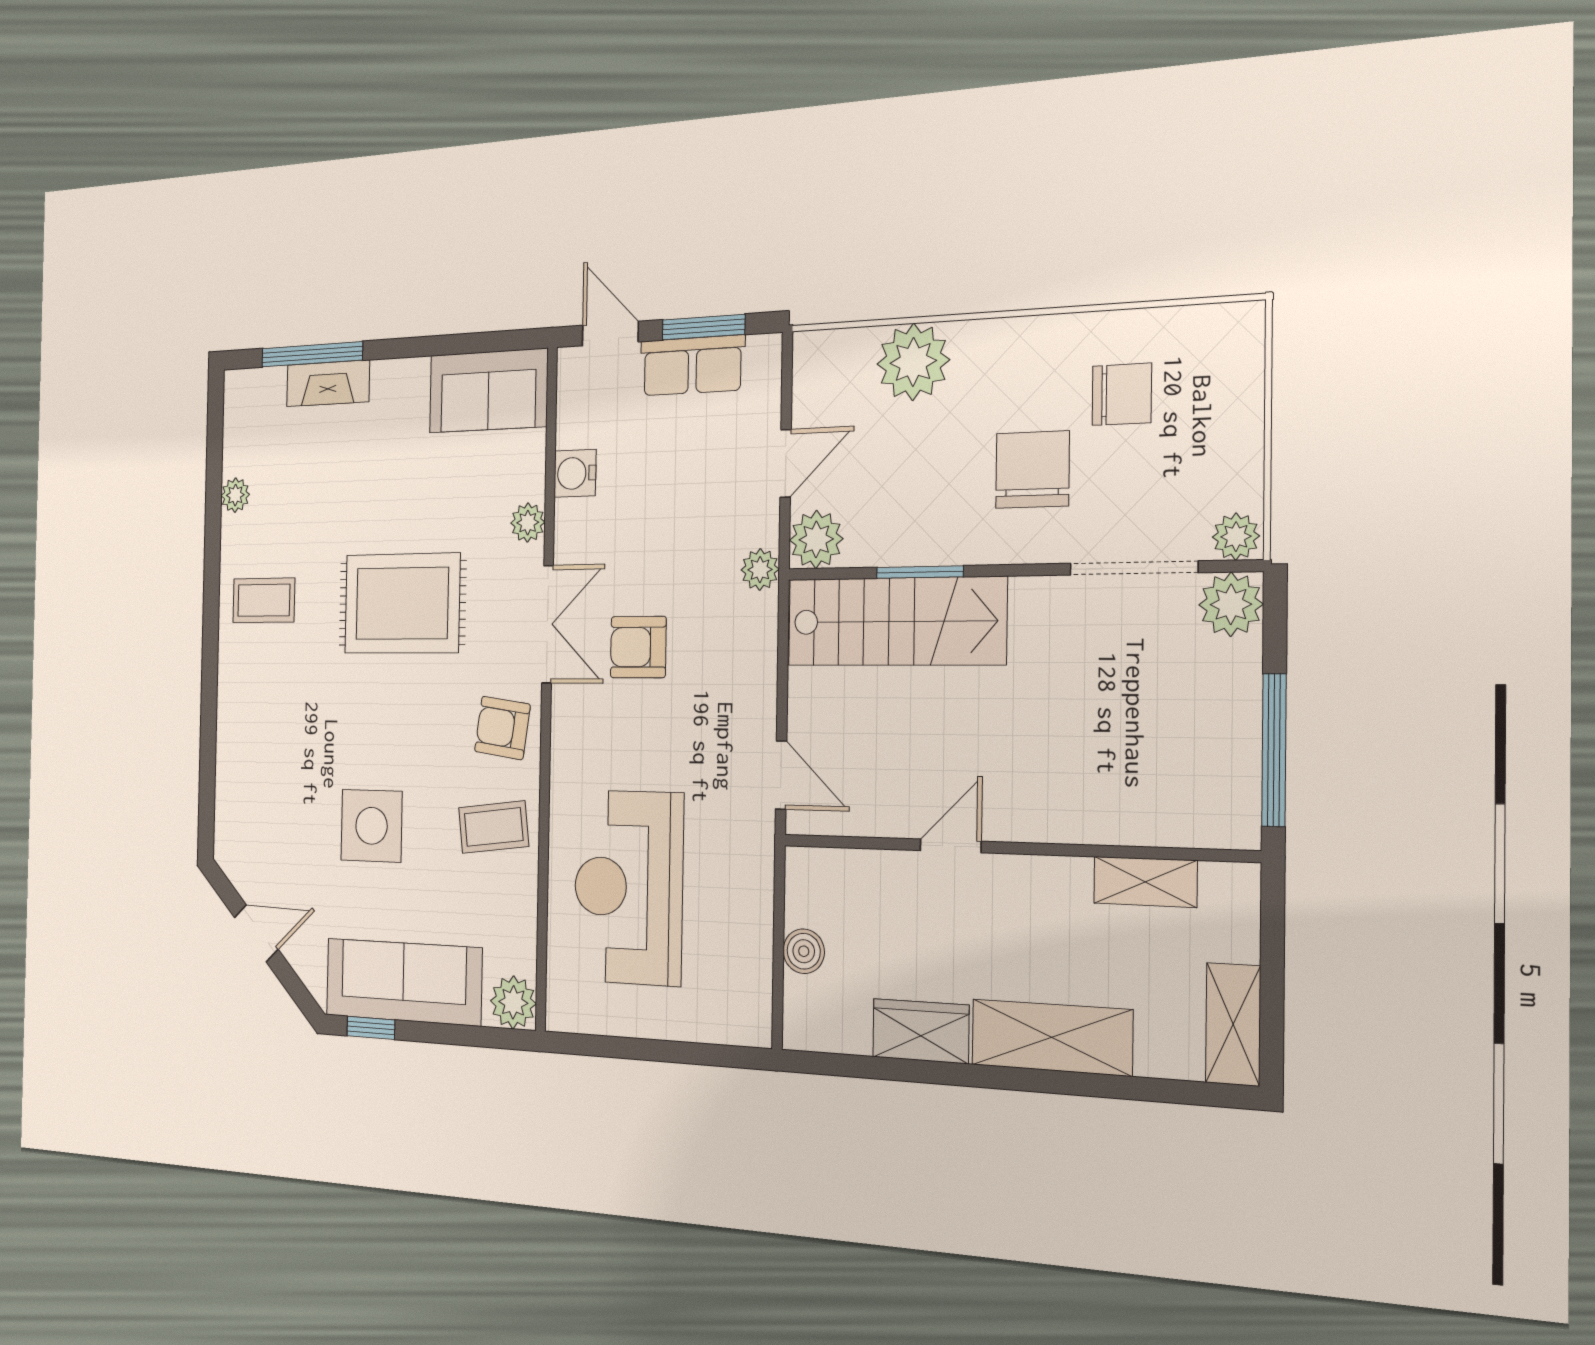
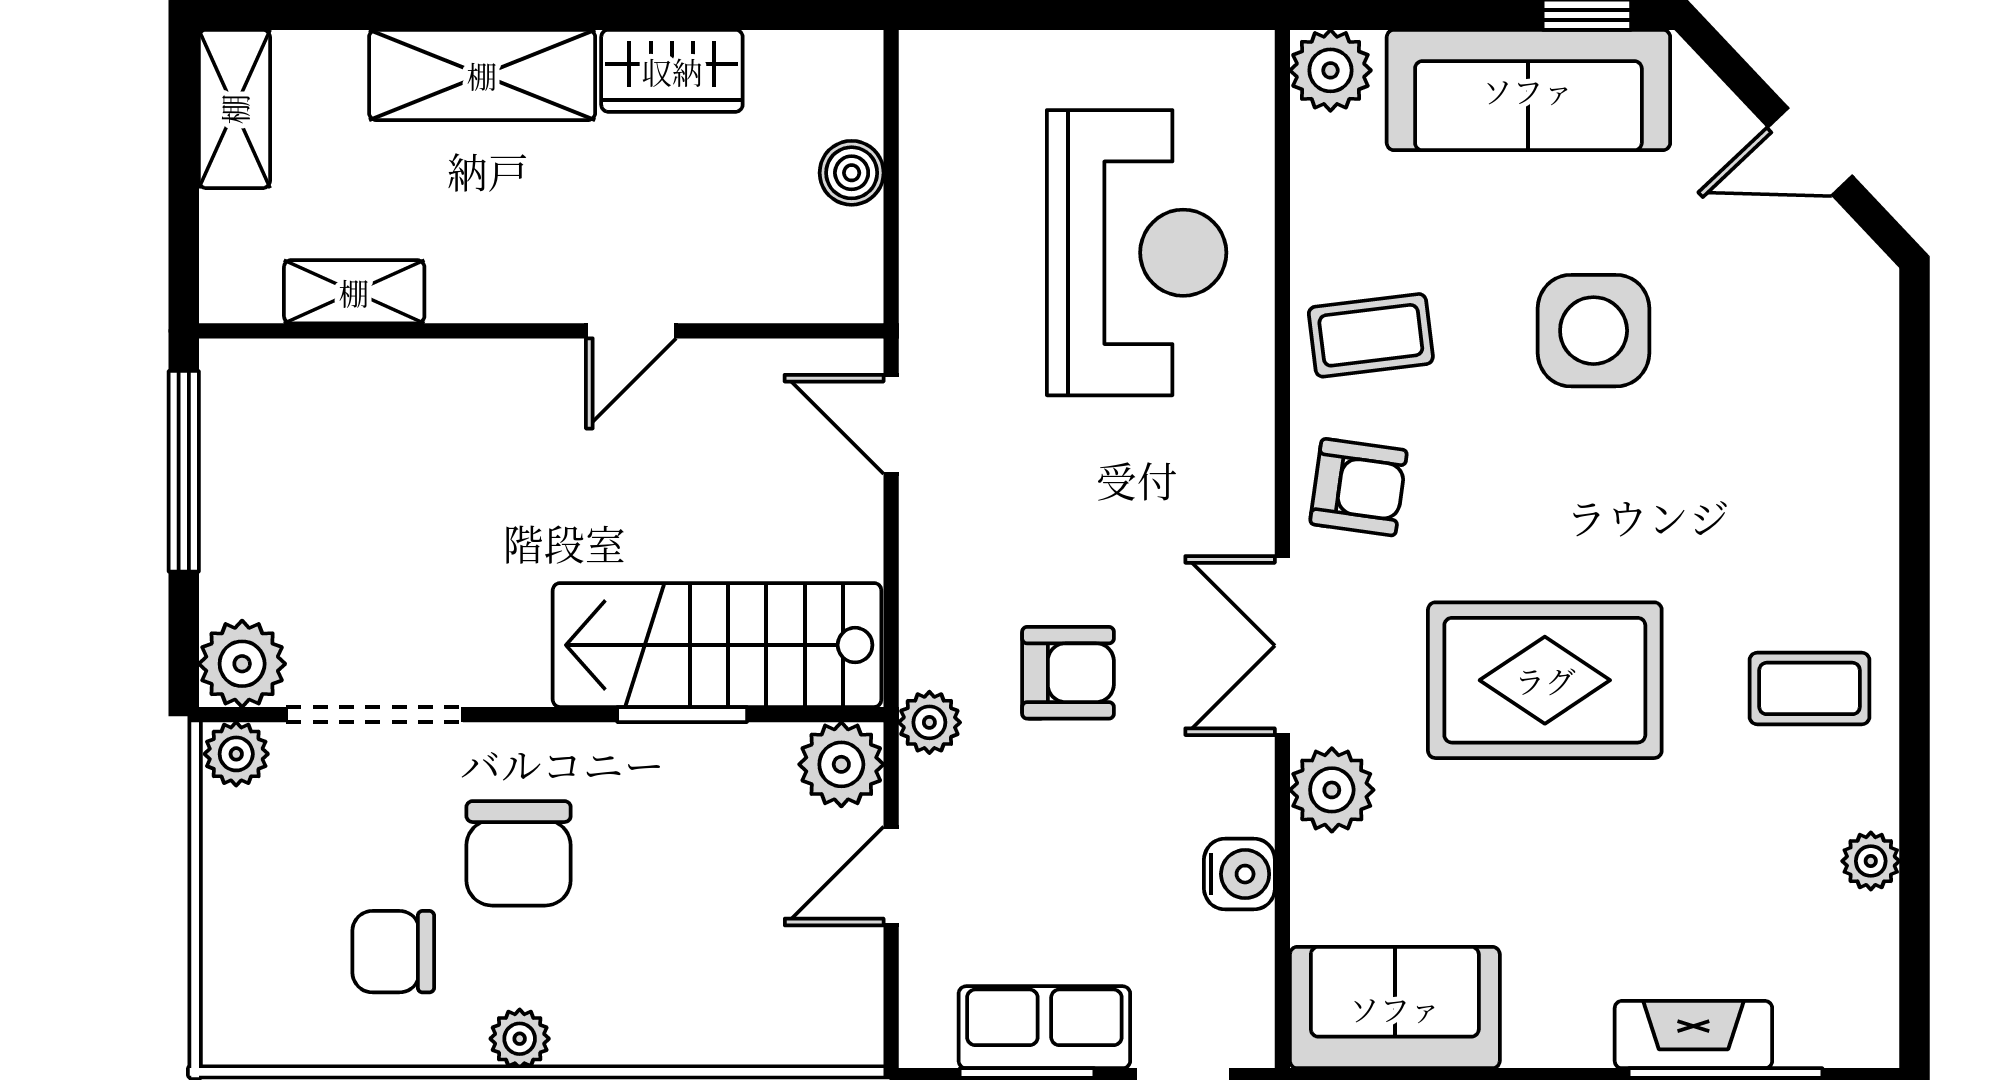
plant: (913, 362) -> (520, 1039), moved, width x0.53, depth x0.53
plant: (528, 523) -> (1332, 790), width x1.38, depth x1.38
armchair: (638, 647) -> (1068, 673), moved

